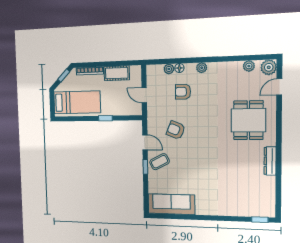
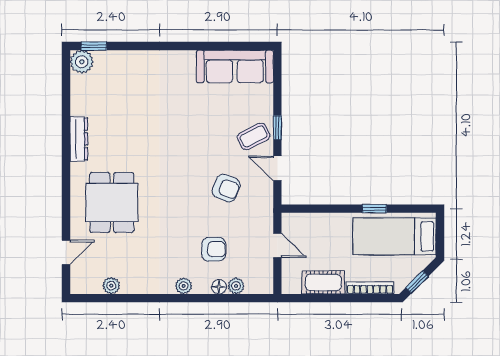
plant: (269, 67) -> (82, 62), moved
window: (105, 118) -> (374, 209), moved

